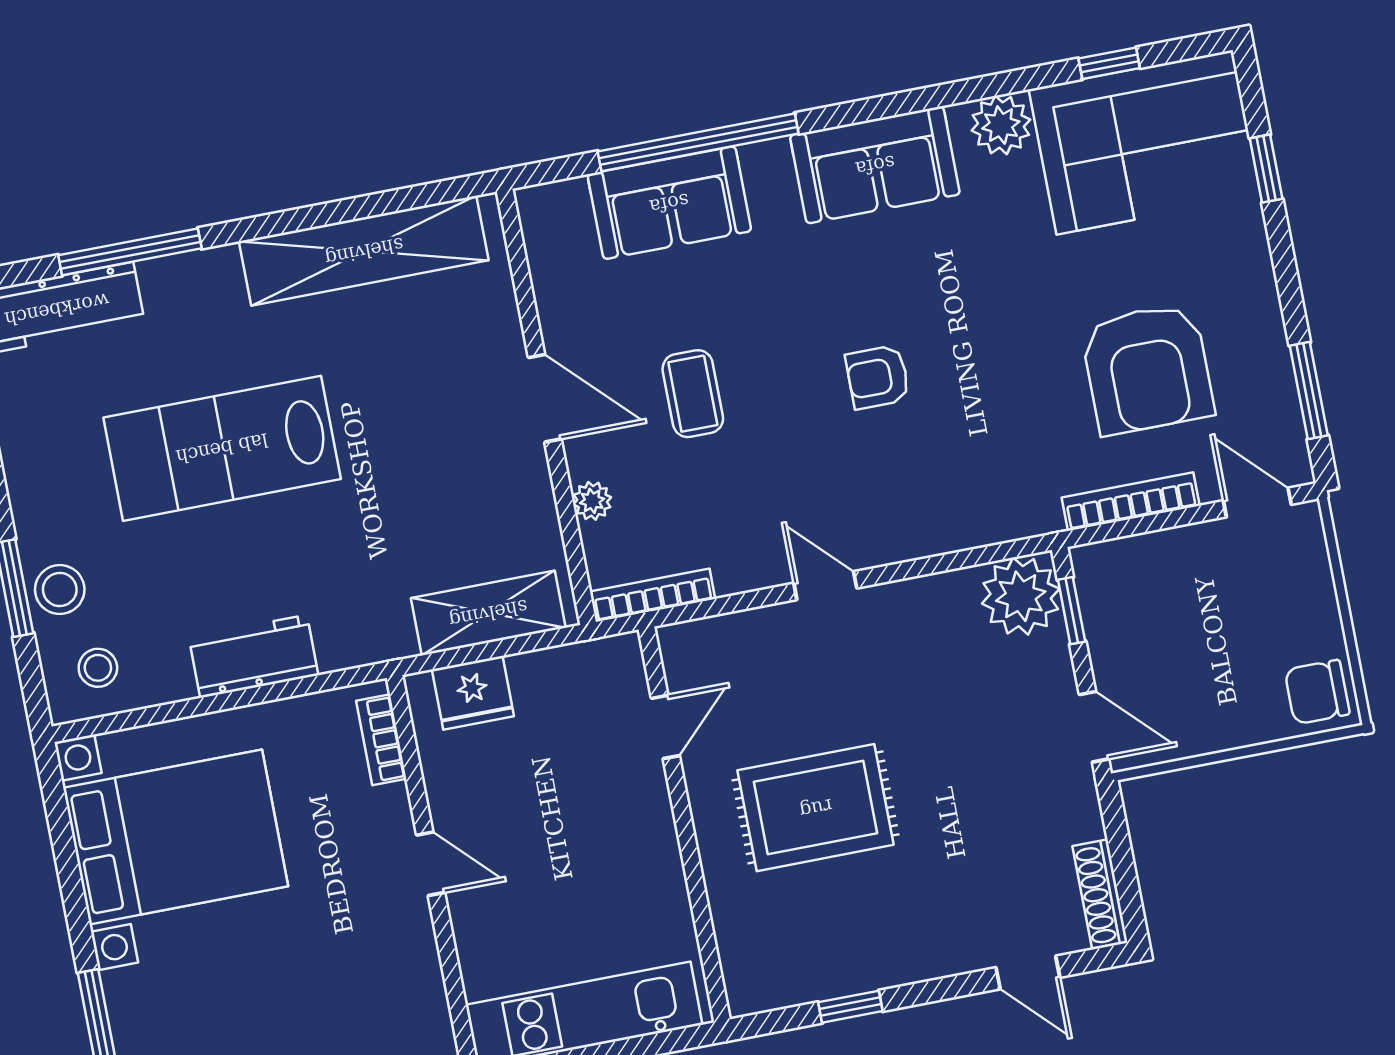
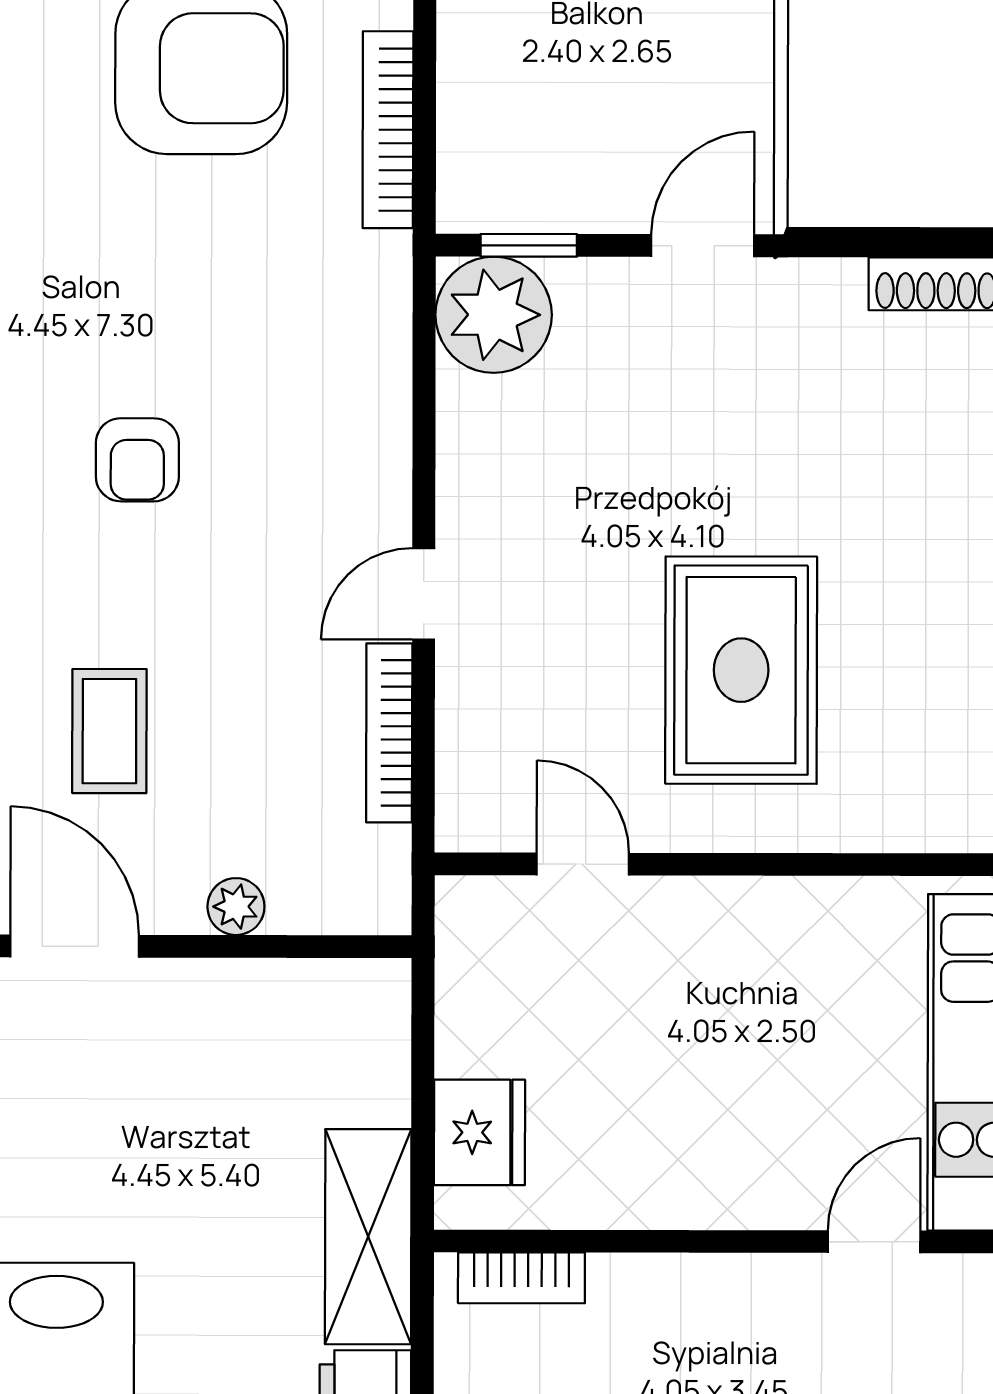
coffee table: (693, 394) -> (109, 731), turned 90
door: (545, 398) -> (75, 946), hinge flipped
bookcase: (652, 595) -> (389, 733), moved
shelving: (488, 613) -> (368, 1237), moved
door: (431, 864) -> (874, 1242), moved

